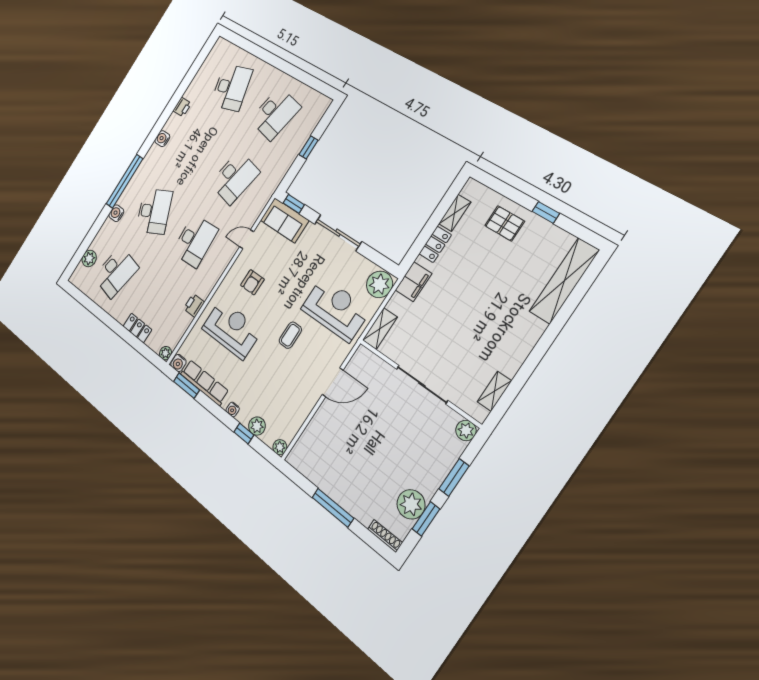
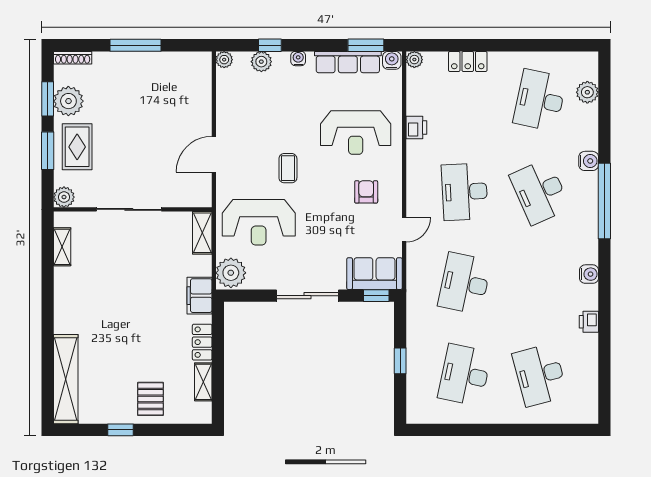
pallet: (505, 223) -> (150, 399), turned 90
rug: (429, 463) -> (77, 147), added

